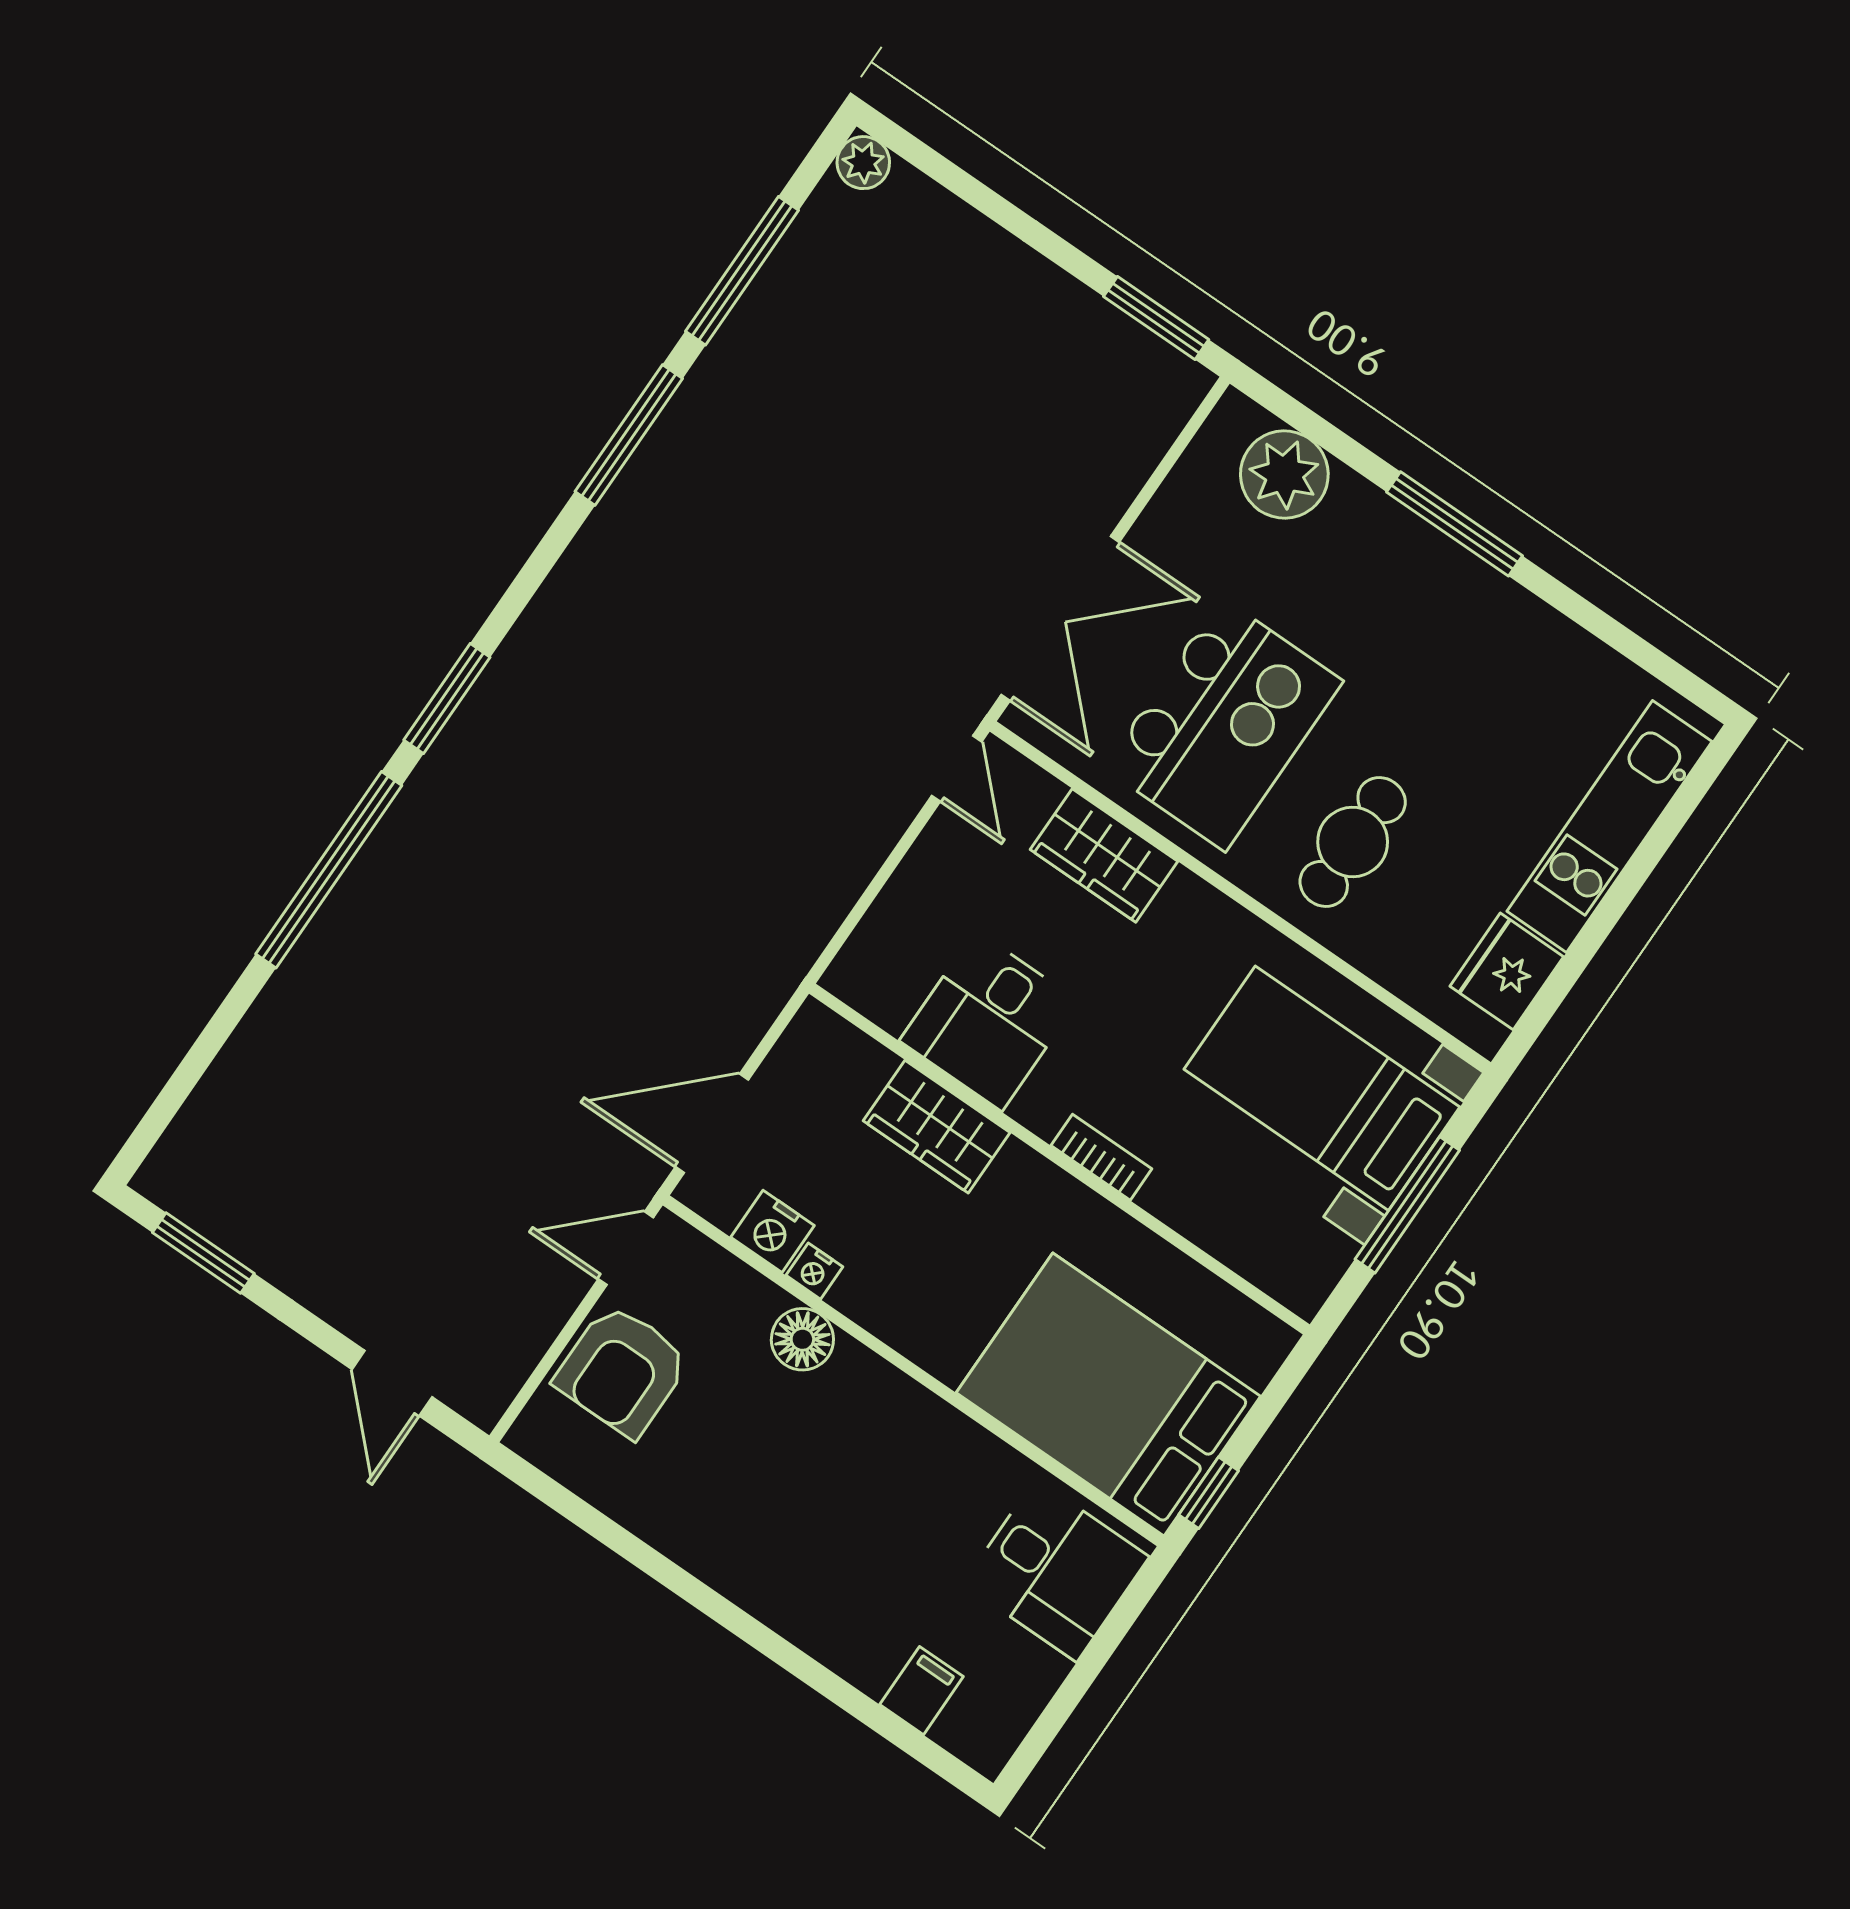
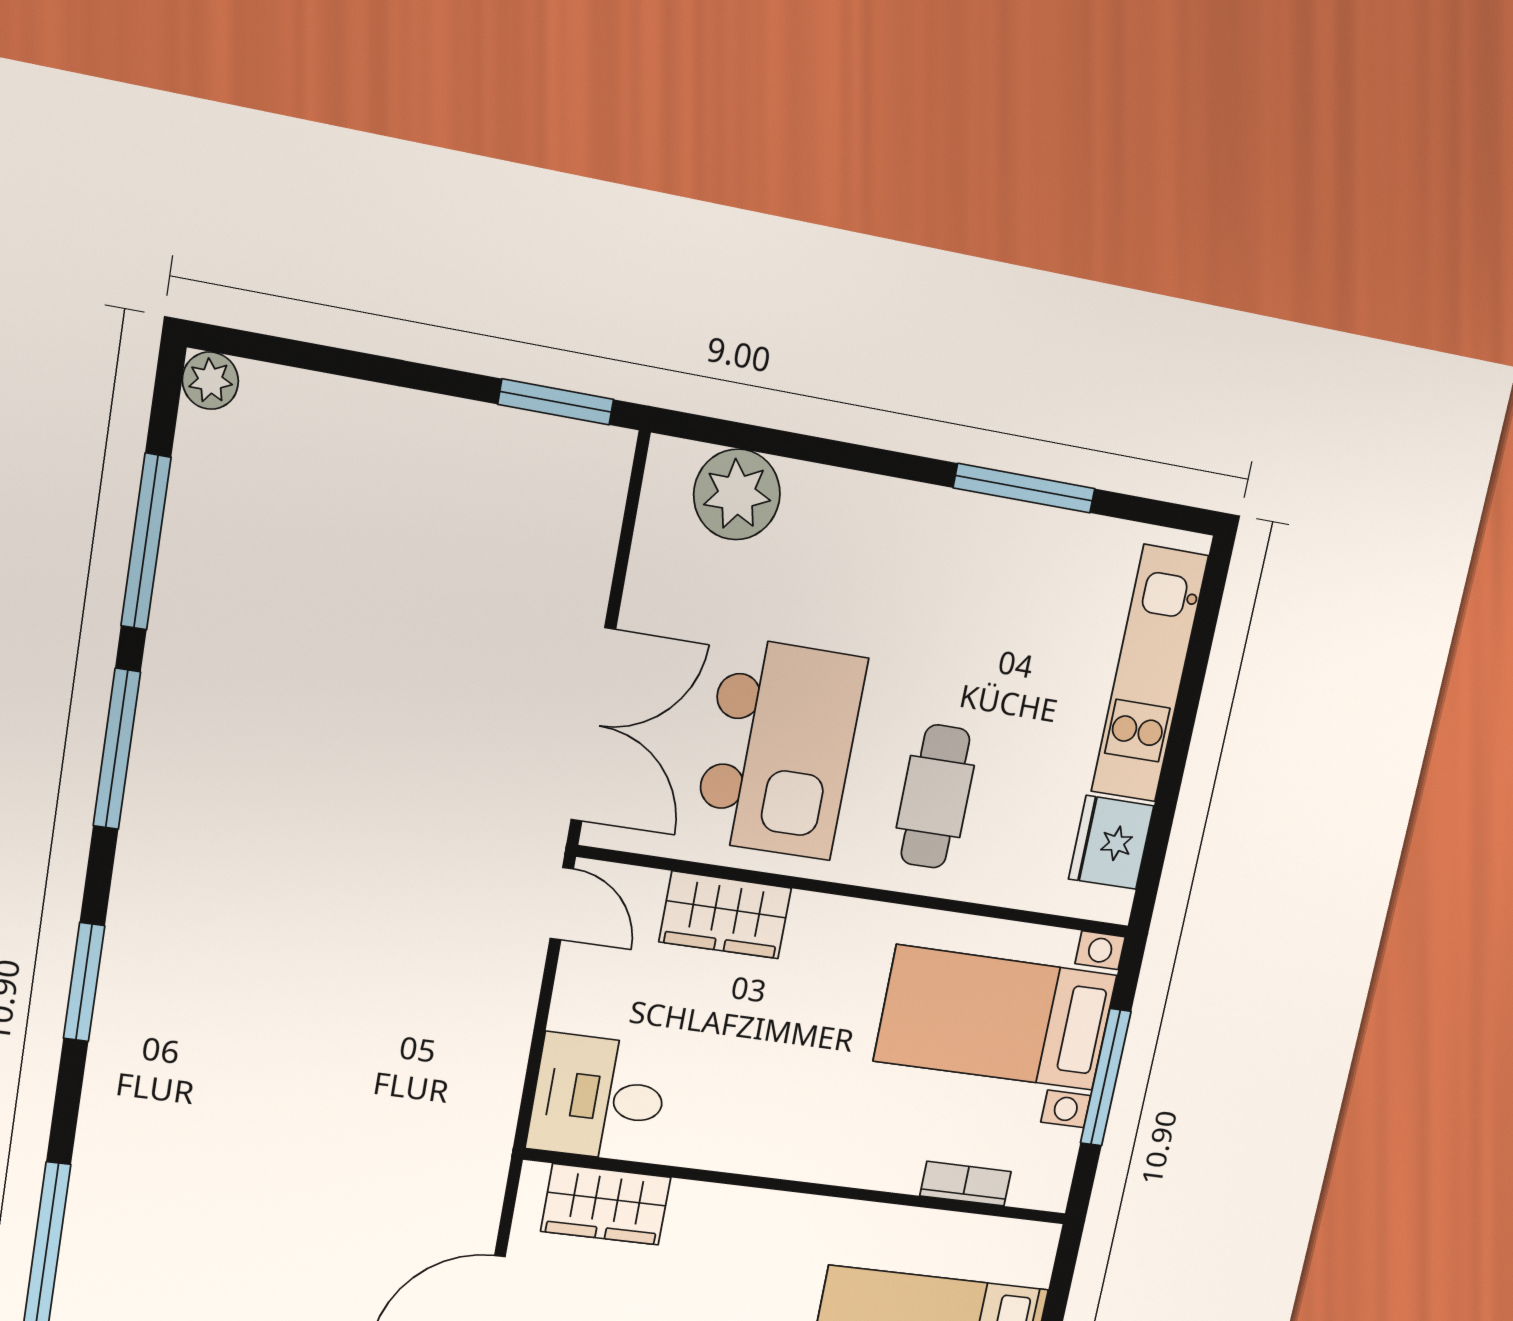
window: (1455, 524) -> (1024, 488), moved
window: (447, 699) -> (84, 982), moved
desk: (989, 1021) -> (599, 1098), moved, turned 90
wardrobe: (937, 1127) -> (606, 1204), moved
bookcase: (1101, 1157) -> (966, 1184), moved

